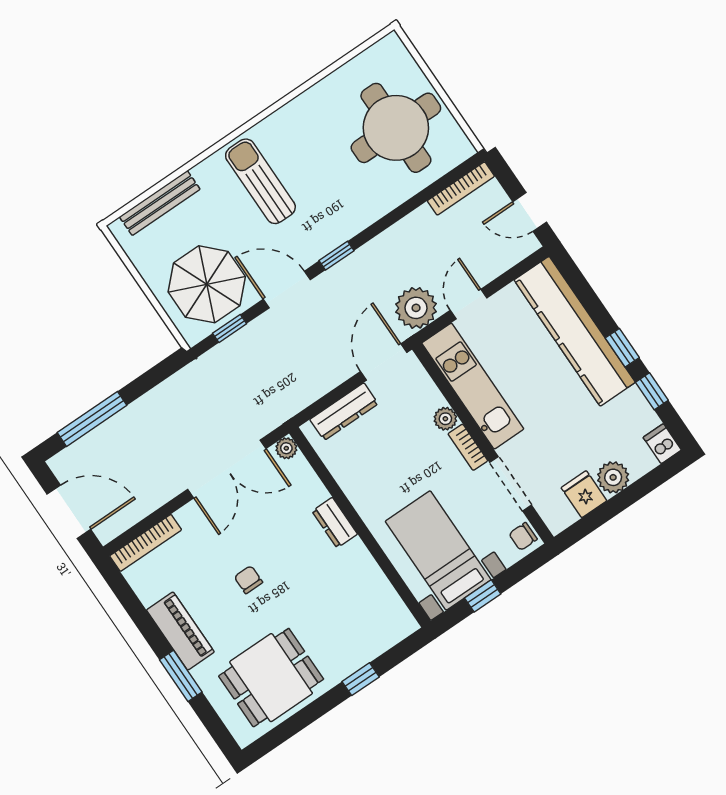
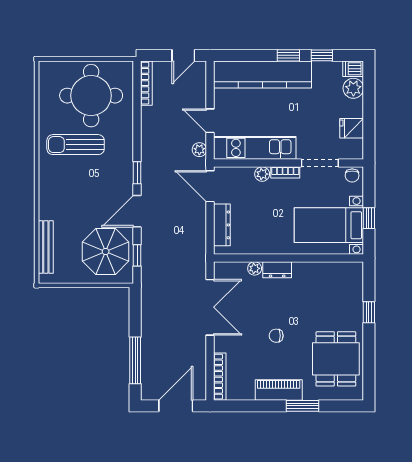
sun lounger: (260, 181) -> (76, 145), moved
plant: (416, 308) -> (199, 150), width x0.53, depth x0.53
plant: (286, 448) -> (255, 268), moved
plant: (613, 477) -> (353, 88), moved

